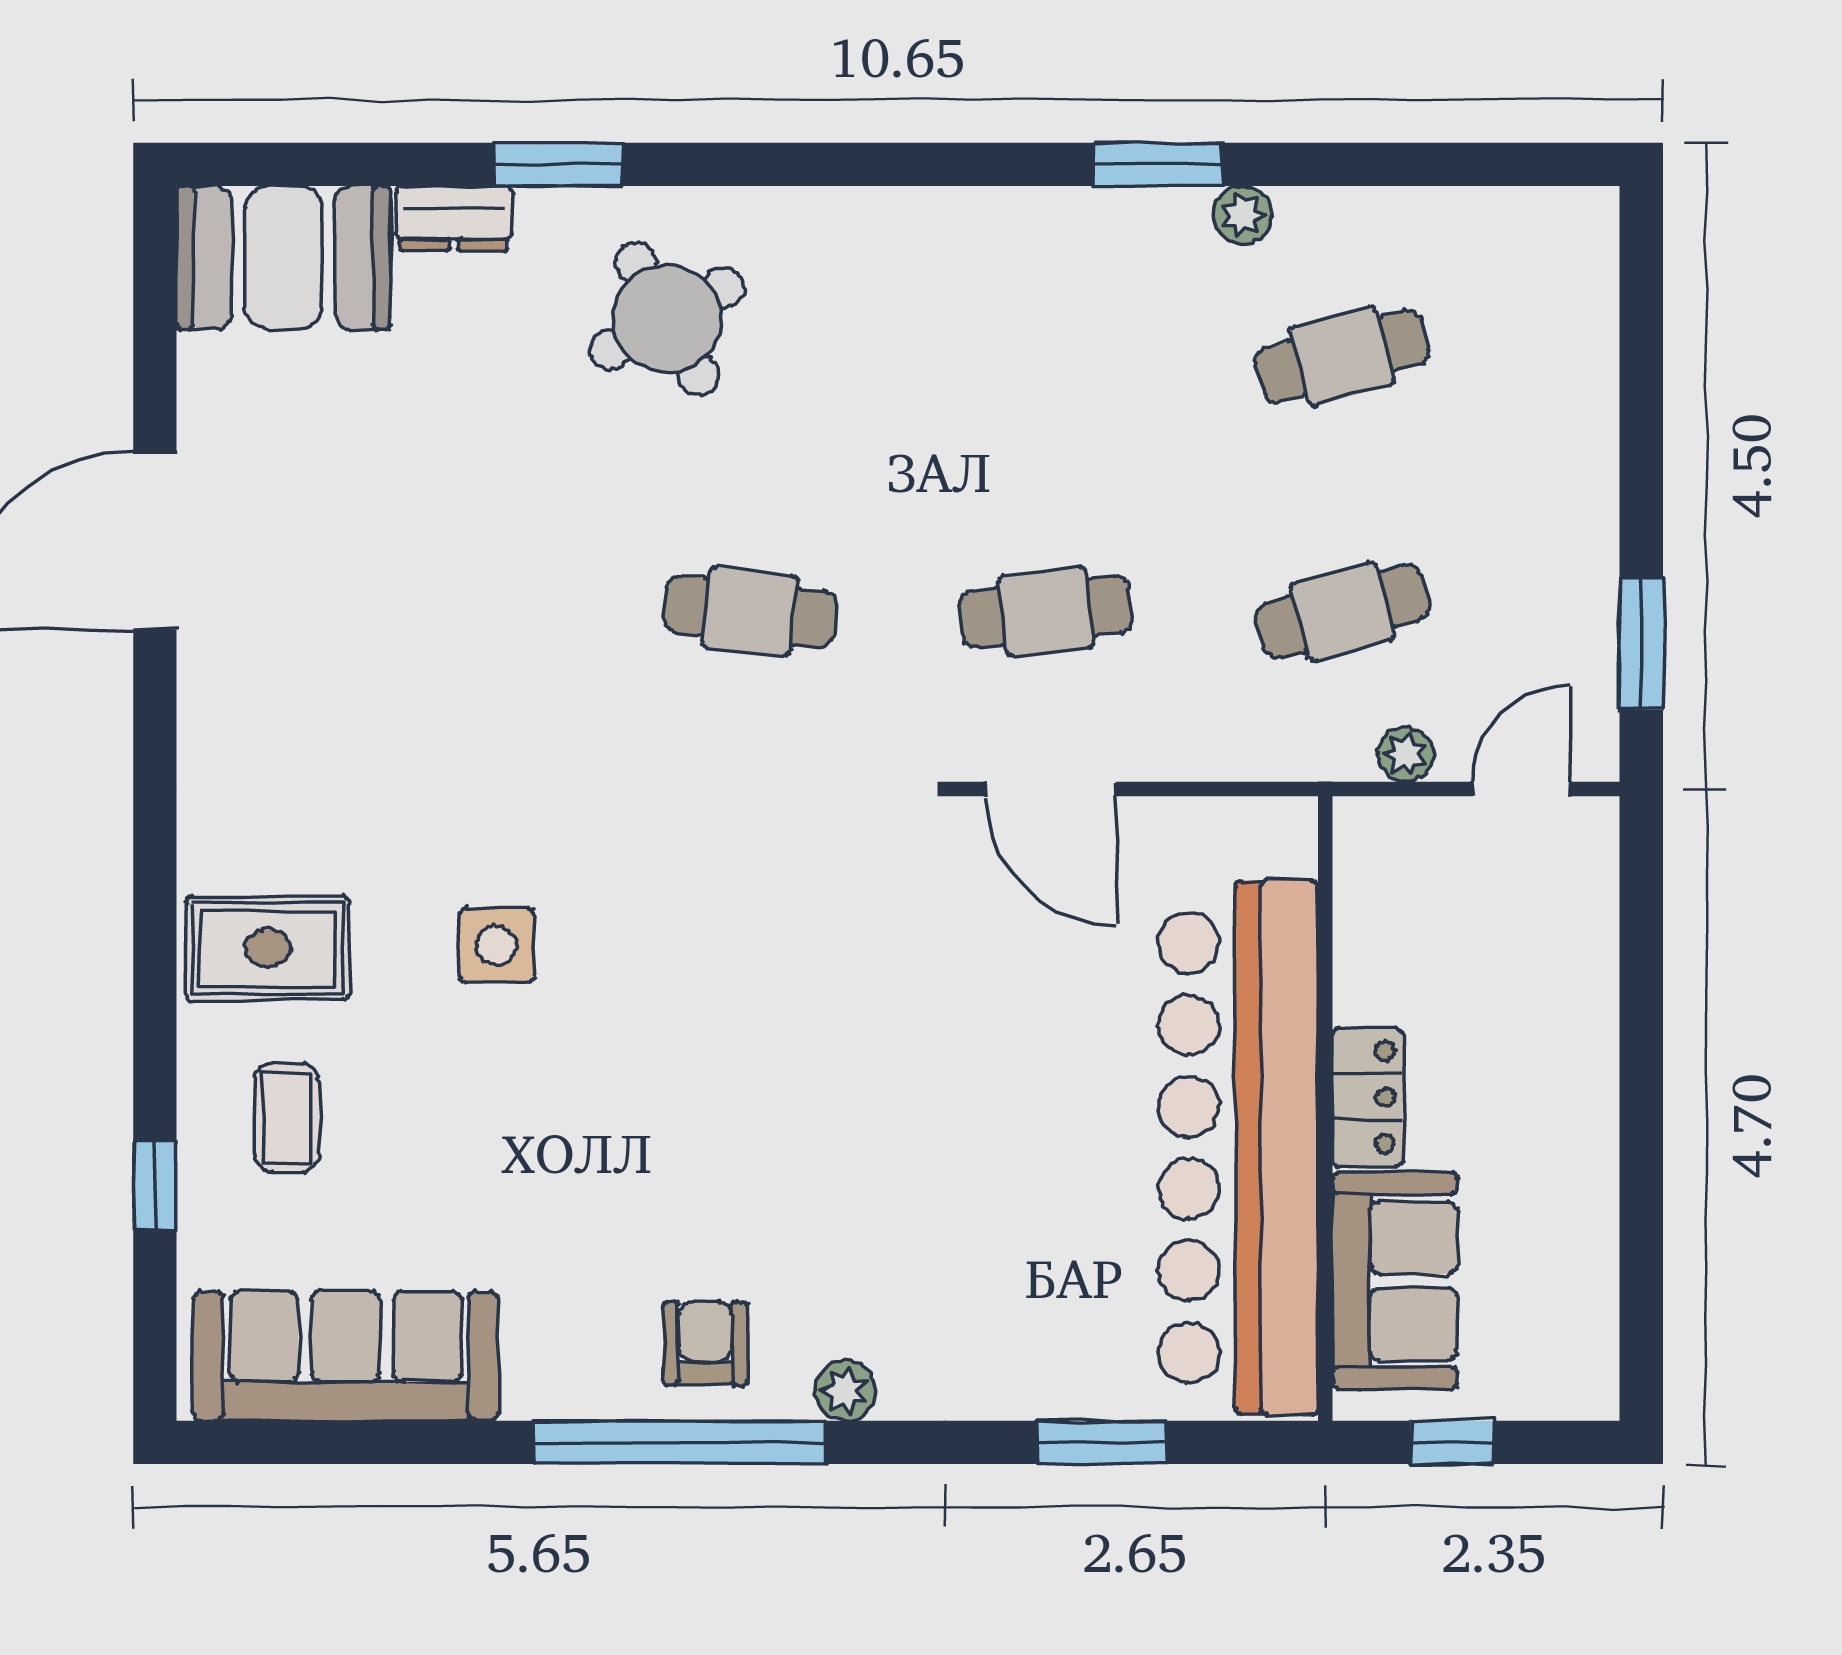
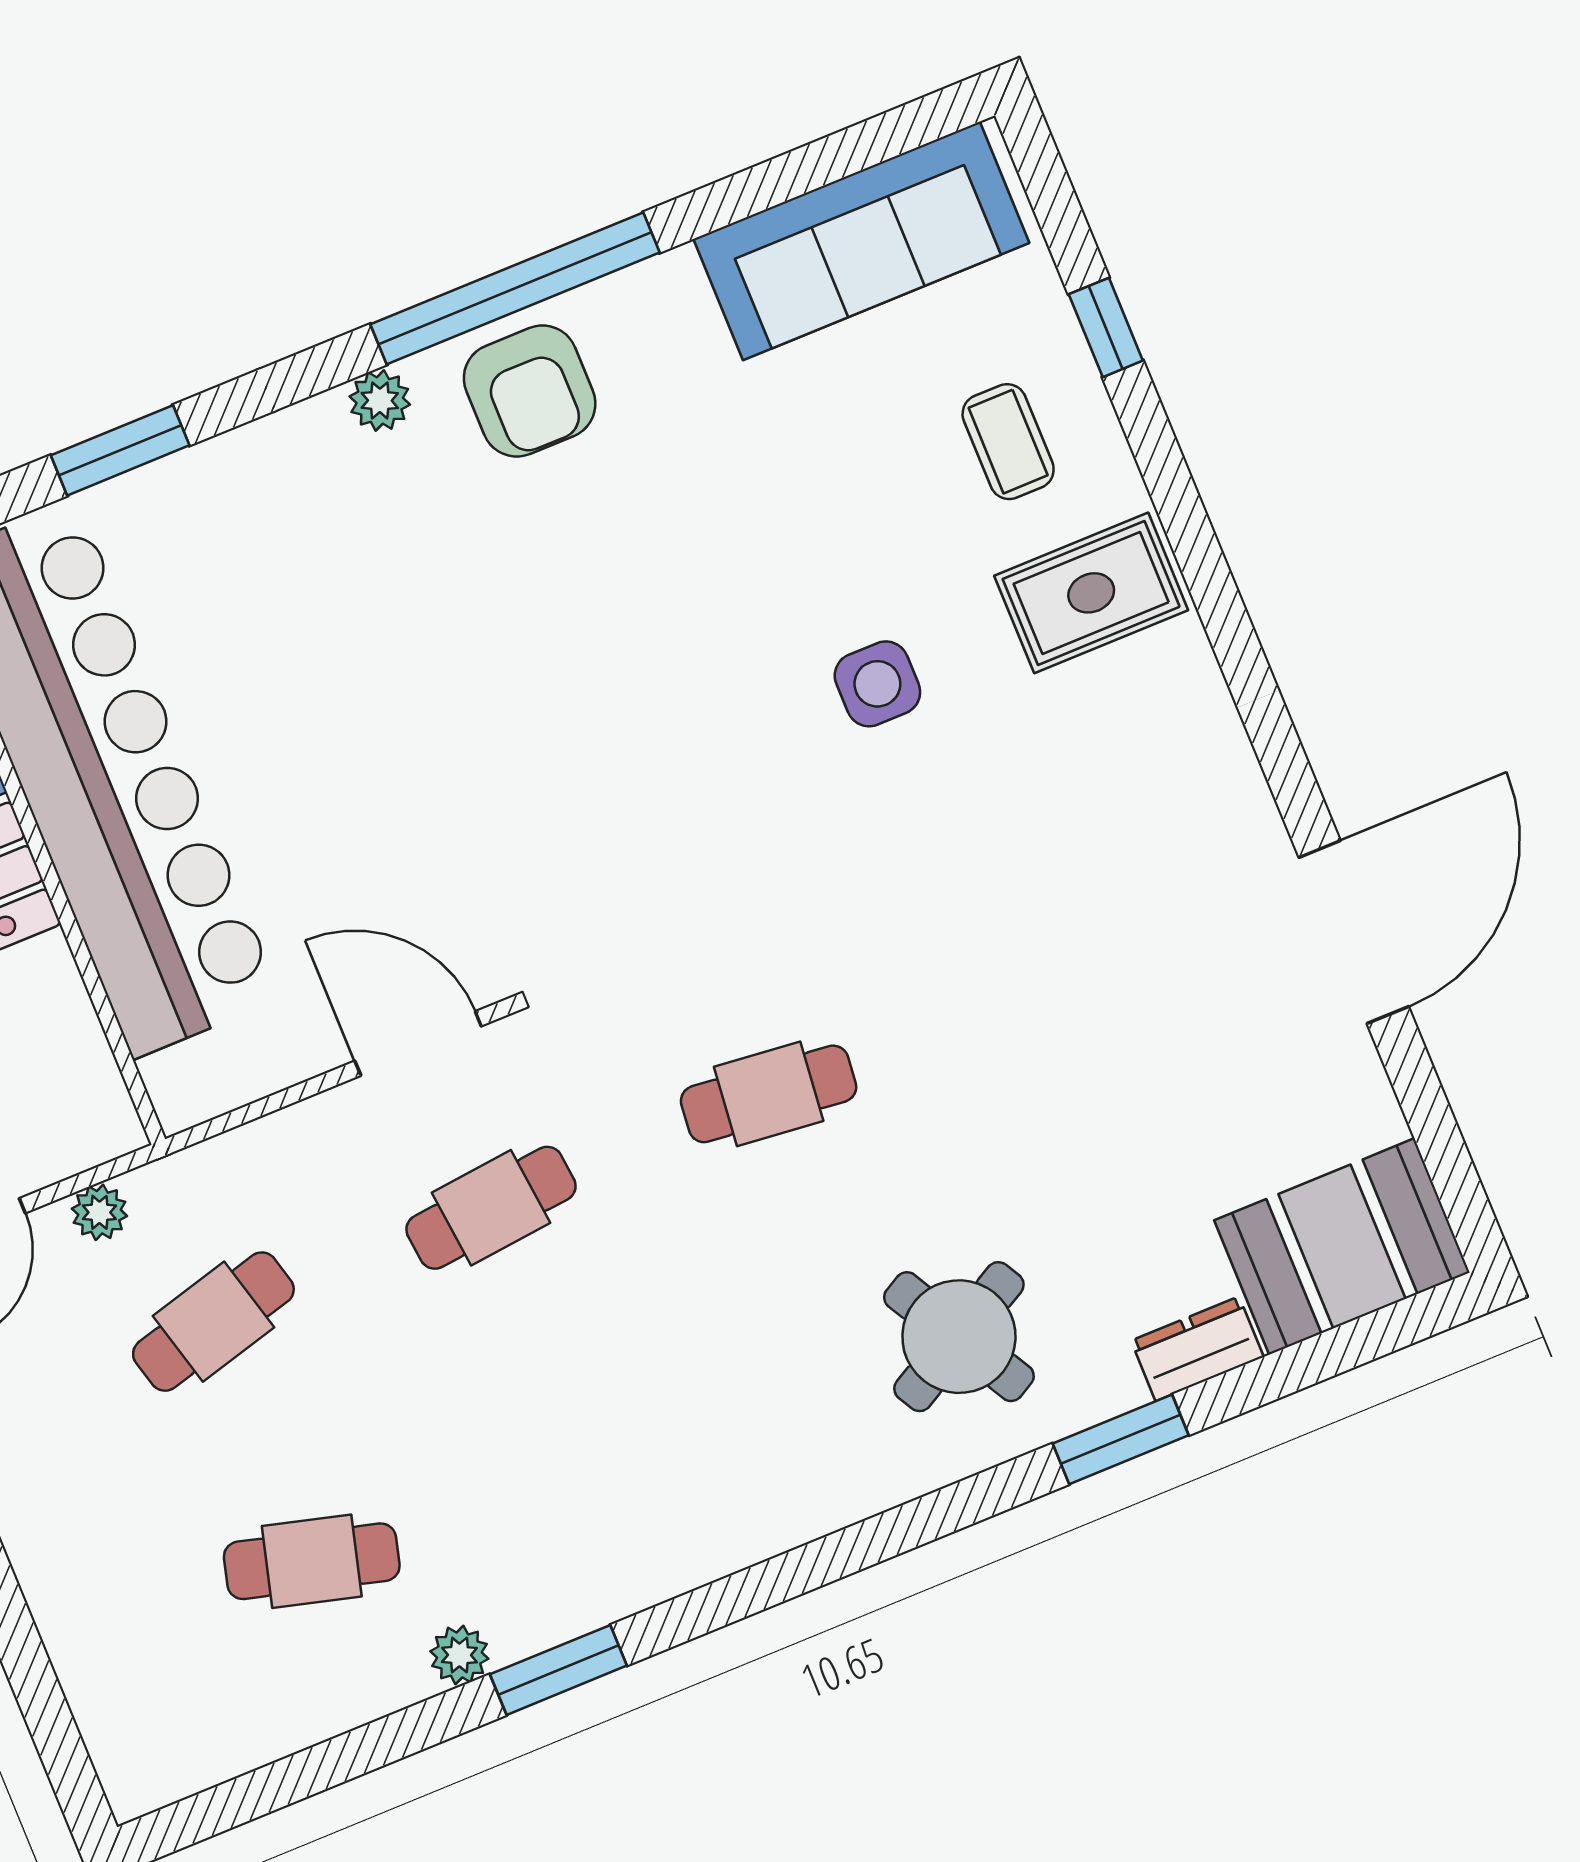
cafe table: (1342, 356) -> (312, 1561), turned 30
armchair: (705, 1343) -> (530, 391), width x1.38, depth x1.38

